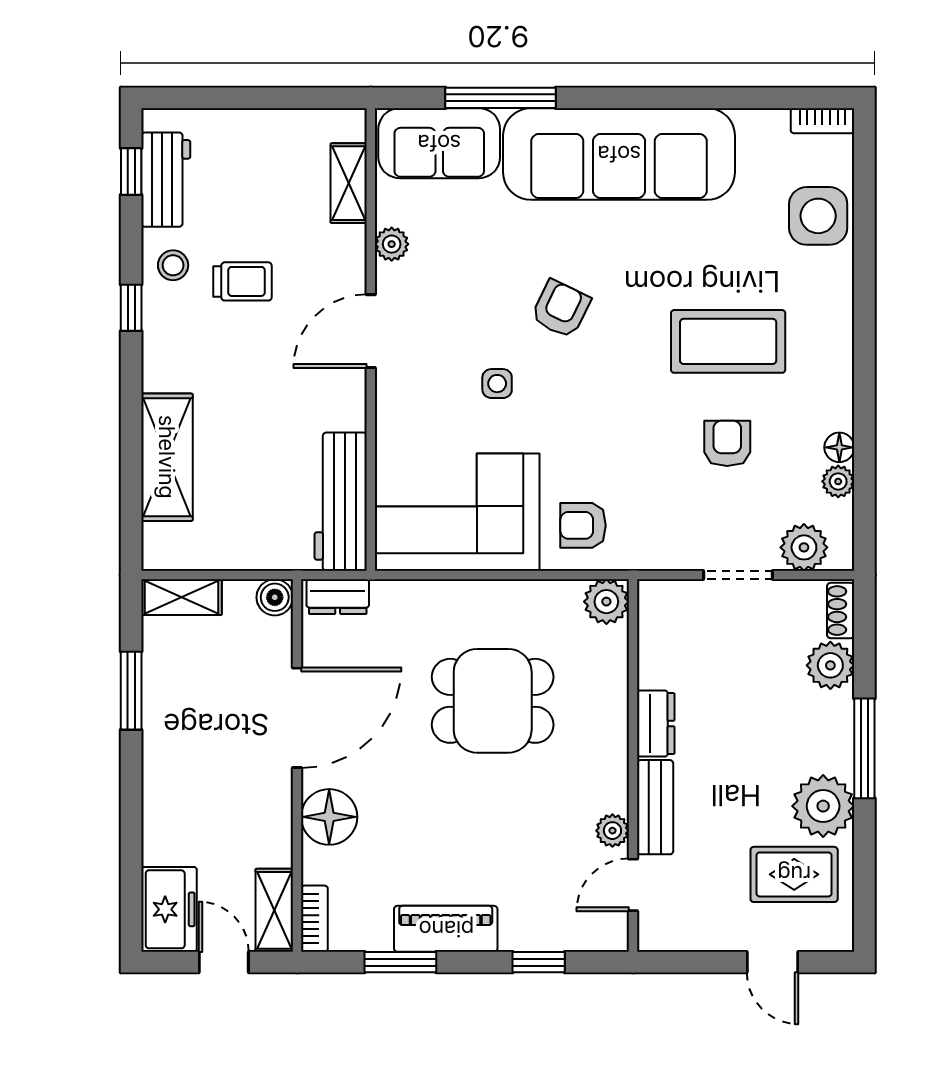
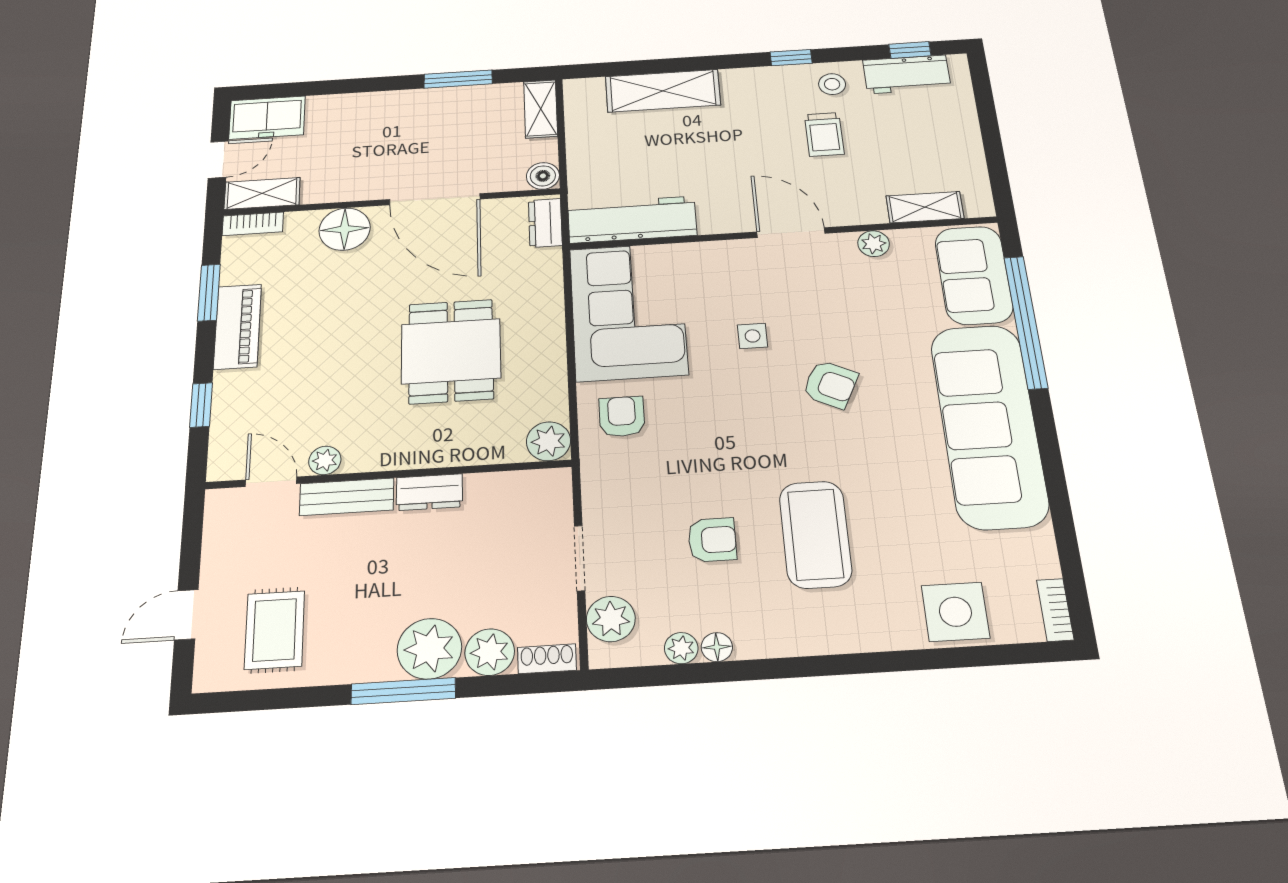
window: (501, 98) -> (1026, 322), width x1.46
plant: (823, 806) -> (429, 649), moved

